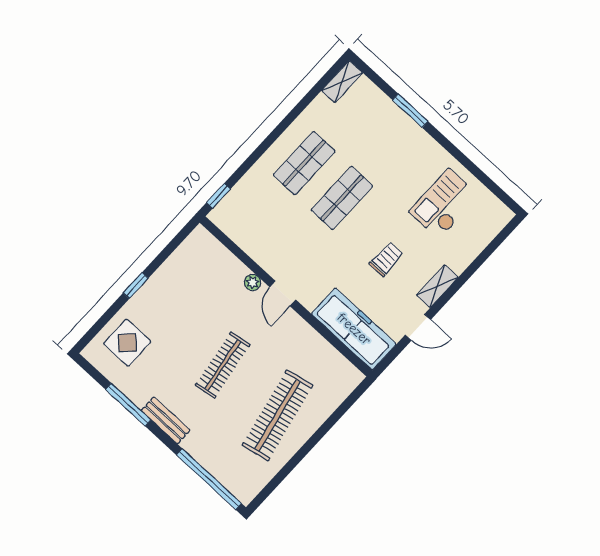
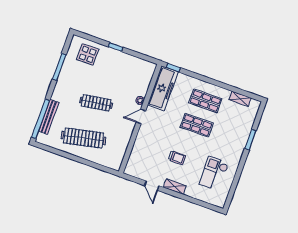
shelving: (342, 82) -> (240, 99), moved
checkout: (444, 204) -> (214, 173), turned -90
freezer: (354, 329) -> (163, 88), moved
bench: (166, 420) -> (49, 117), moved, width x1.36

